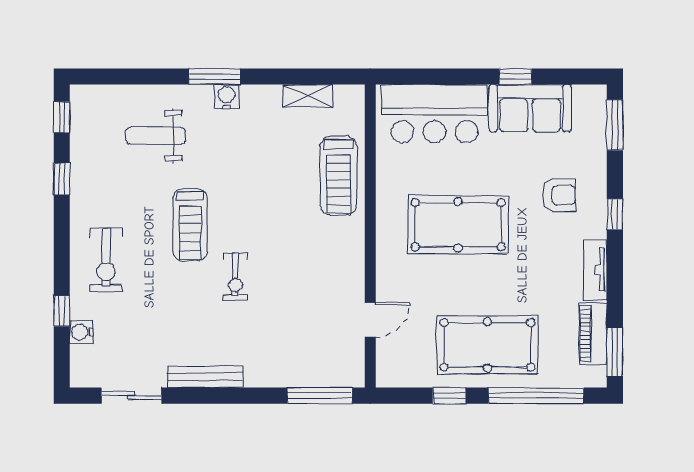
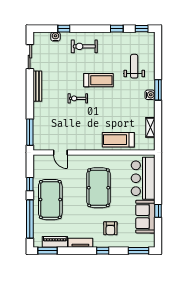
treadmill: (190, 225) -> (98, 80), turned 180

